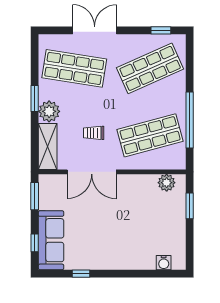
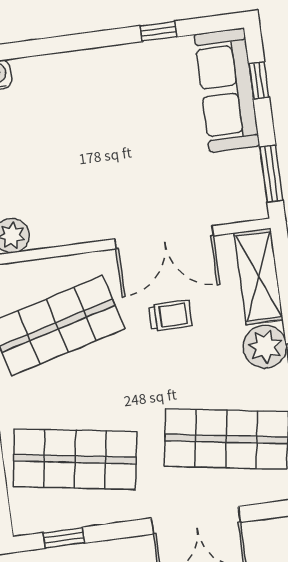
shop shelf: (150, 68) -> (75, 459), turned 33
double door: (92, 172) -> (164, 237), swing flipped

